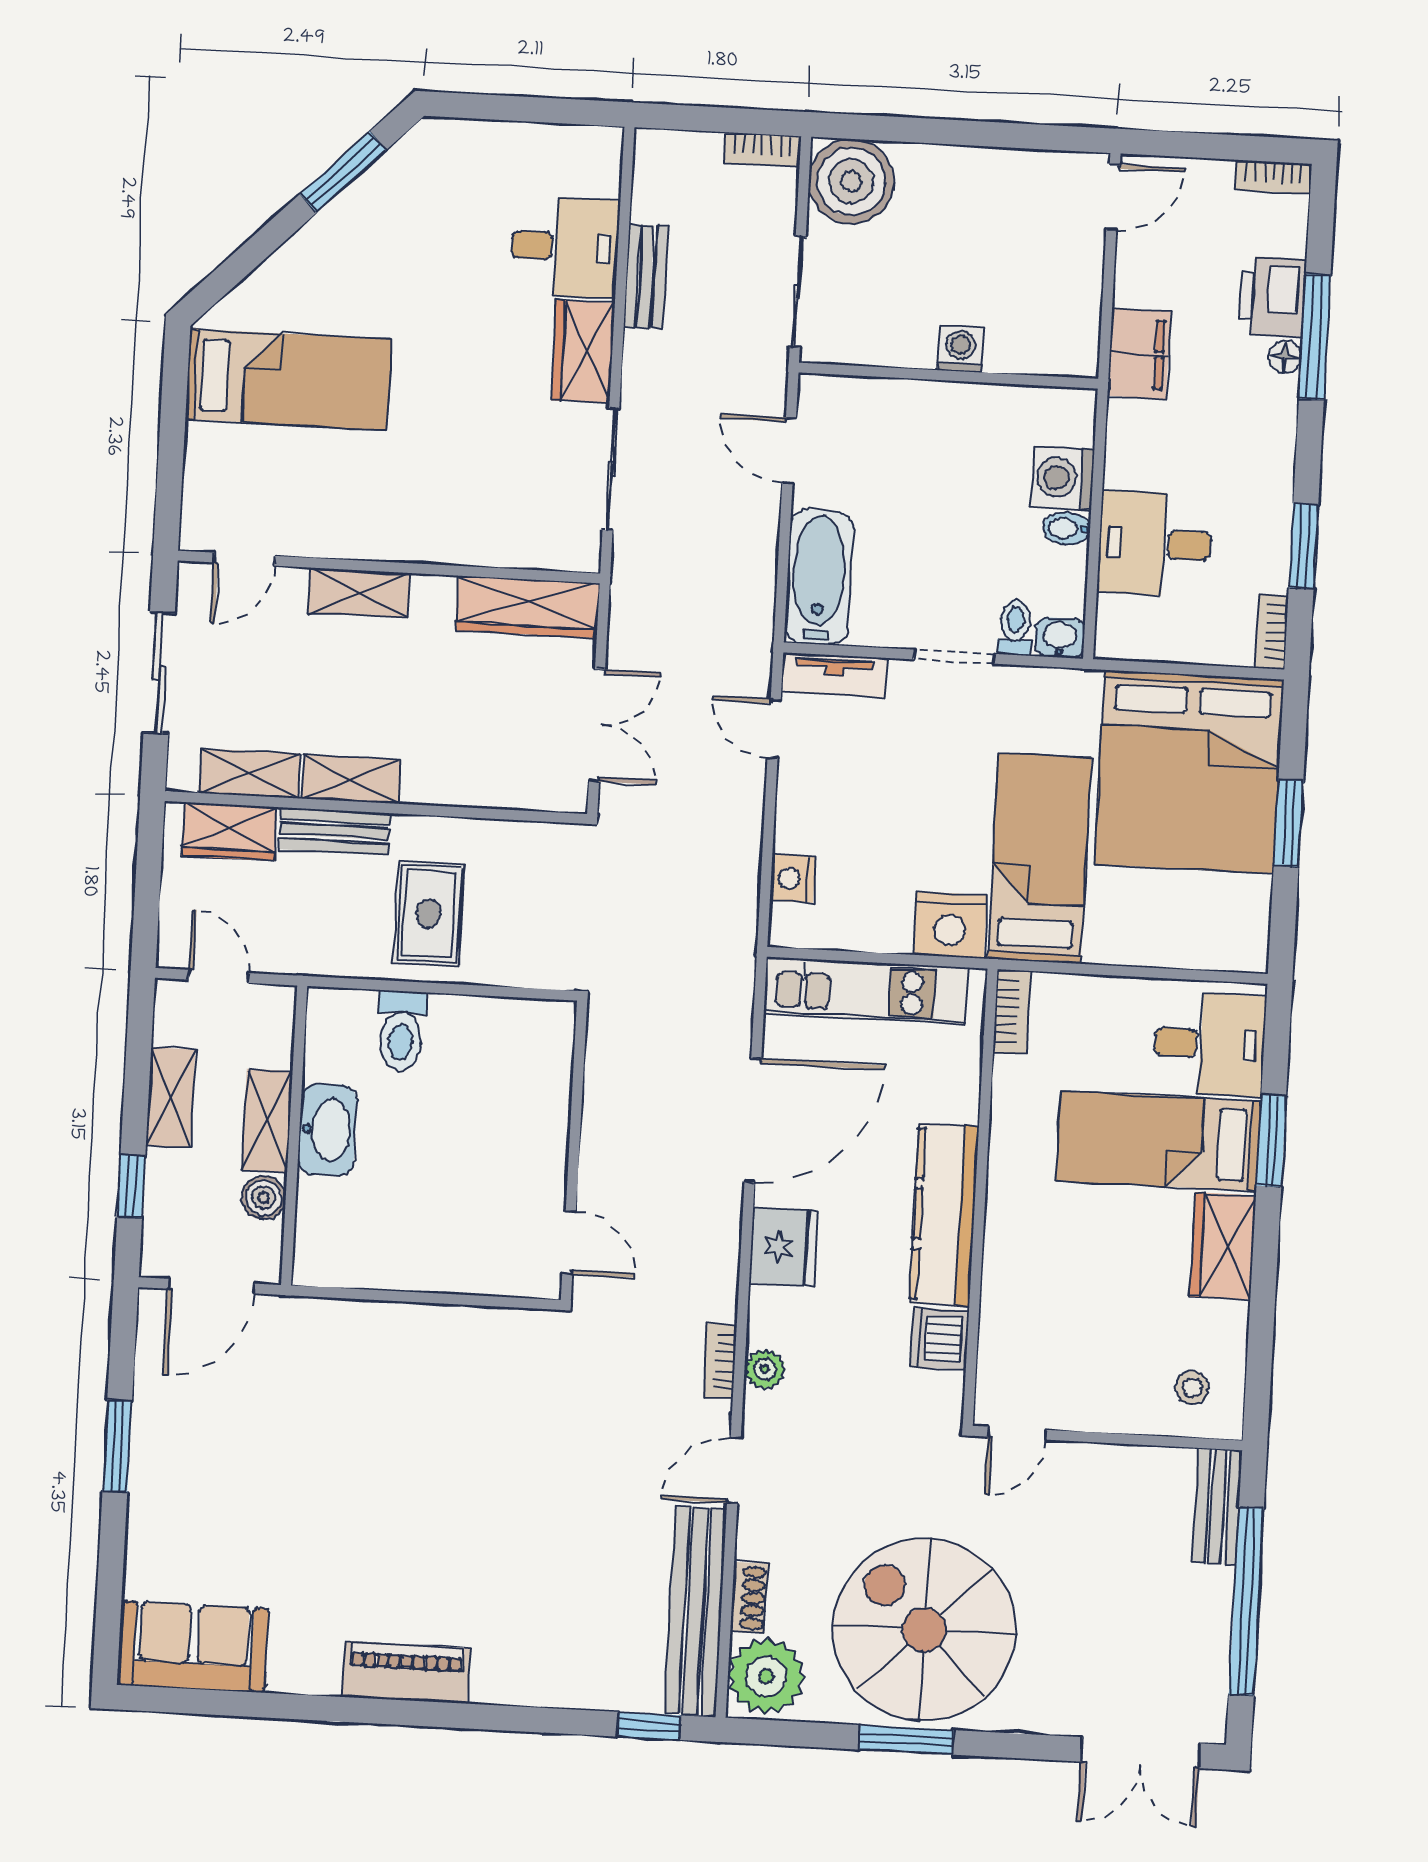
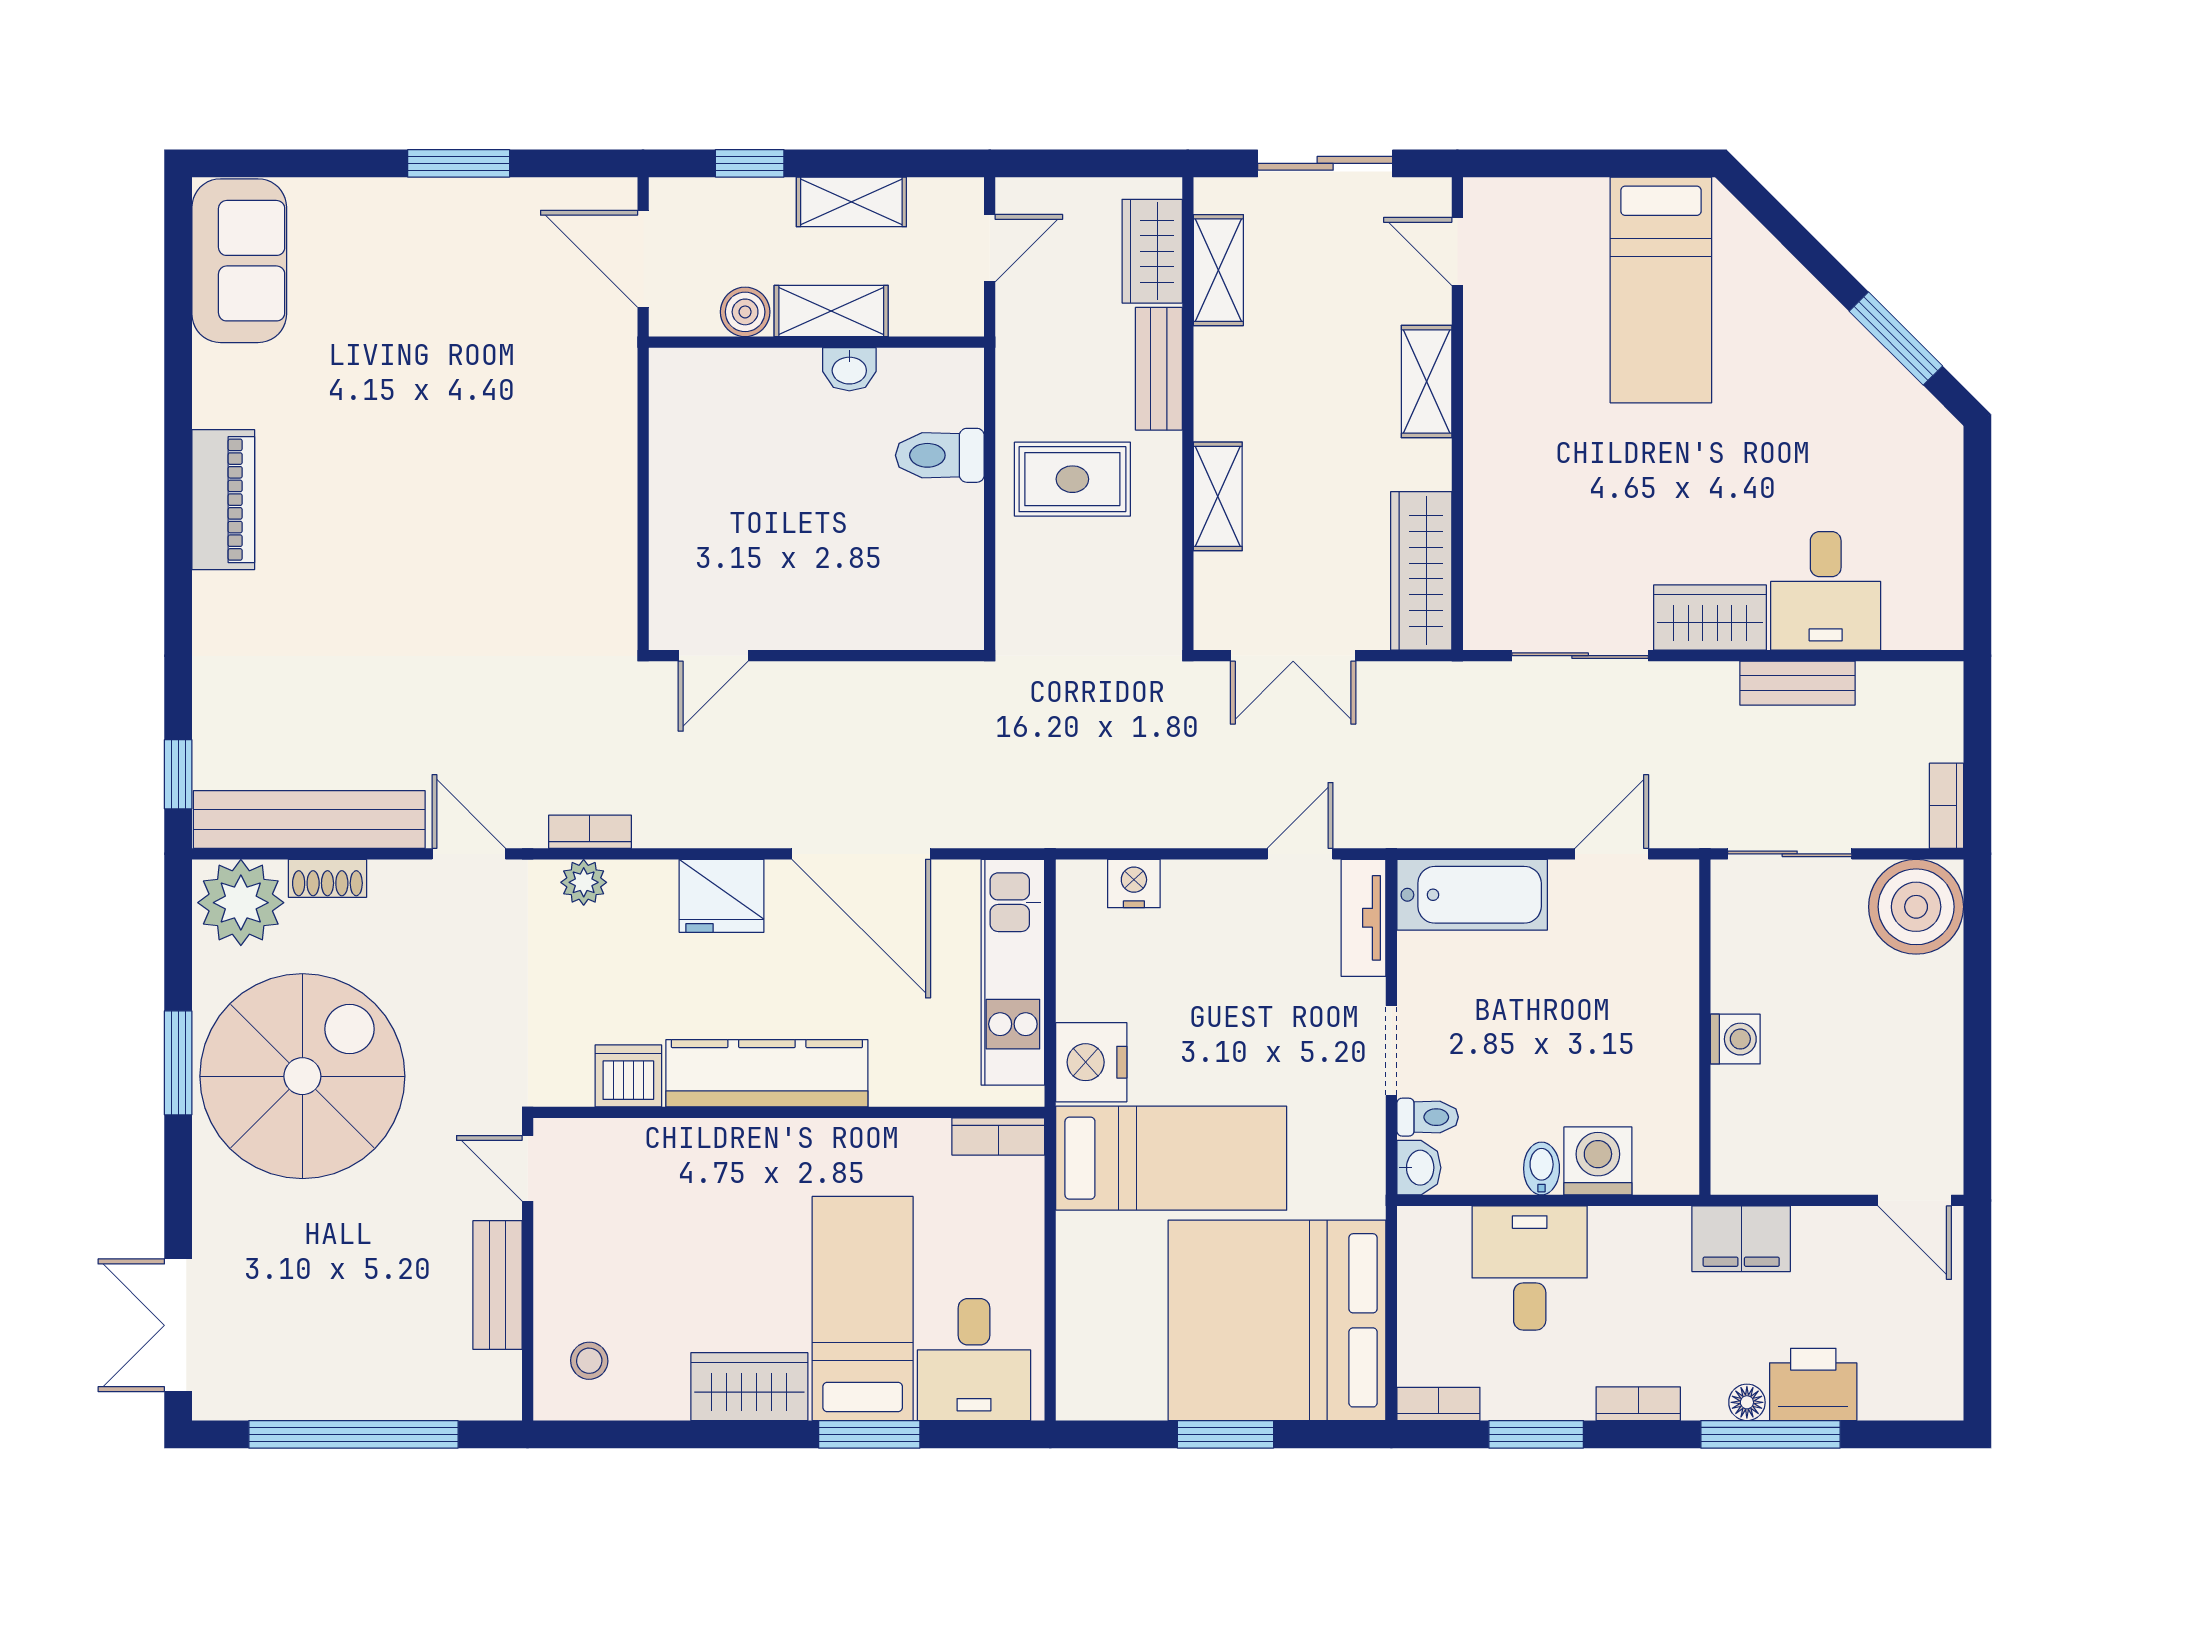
bookcase: (1273, 177) -> (1638, 1404), moved, turned 90
shelving: (351, 779) -> (1218, 496), moved
washbasin: (327, 1130) -> (849, 369), width x0.52, depth x0.69
bench: (1217, 1507) -> (497, 1285), moved, turned 90

